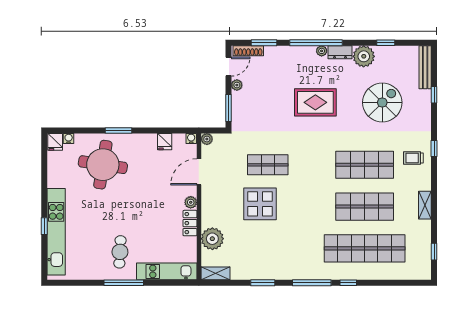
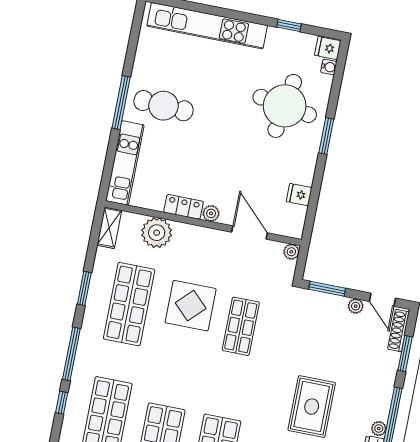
water cooler: (191, 138) -> (296, 231), removed
window: (44, 226) -> (289, 26), moved
shop shelf: (268, 248) -> (129, 304), added
cafe table: (120, 252) -> (163, 106), width x1.37, depth x1.35

